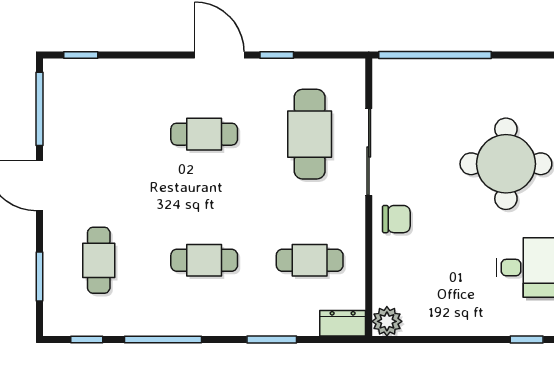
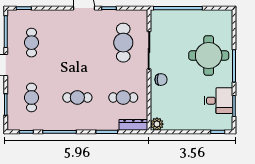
cafe table: (204, 134) -> (31, 43), moved, turned 90
dresser: (343, 323) -> (133, 125), width x1.44

